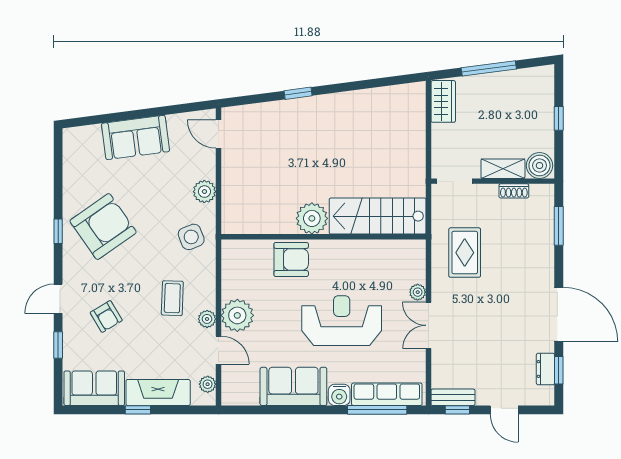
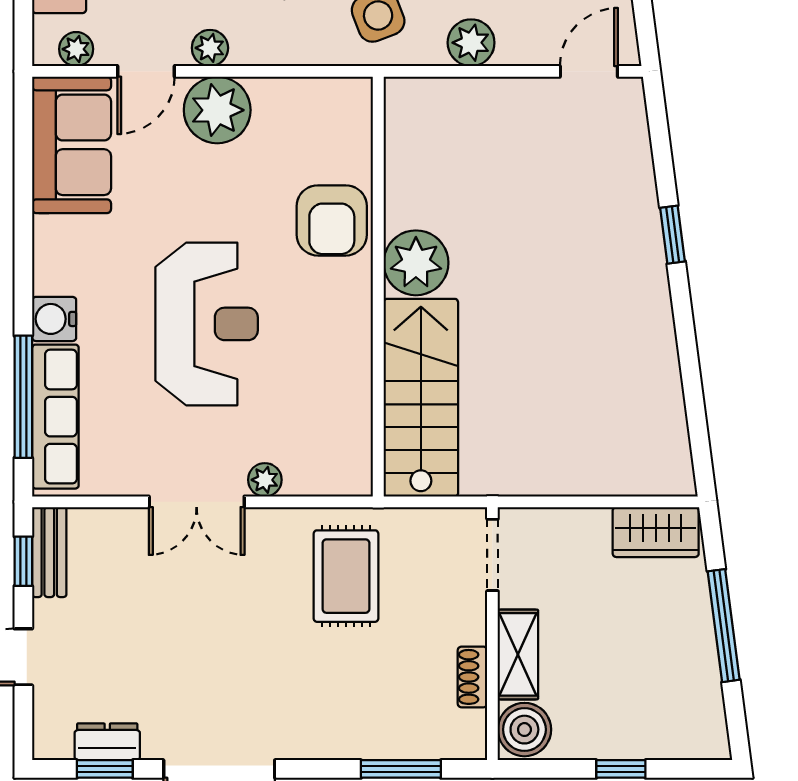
rug: (465, 253) -> (346, 576), turned 90
double door: (428, 325) -> (197, 502), swing flipped
sofa: (293, 386) -> (72, 145), moved

